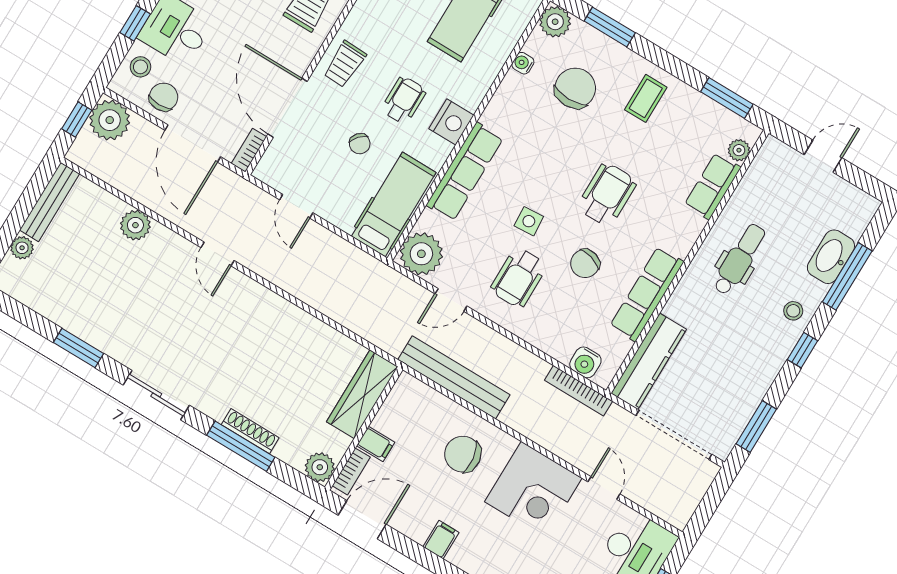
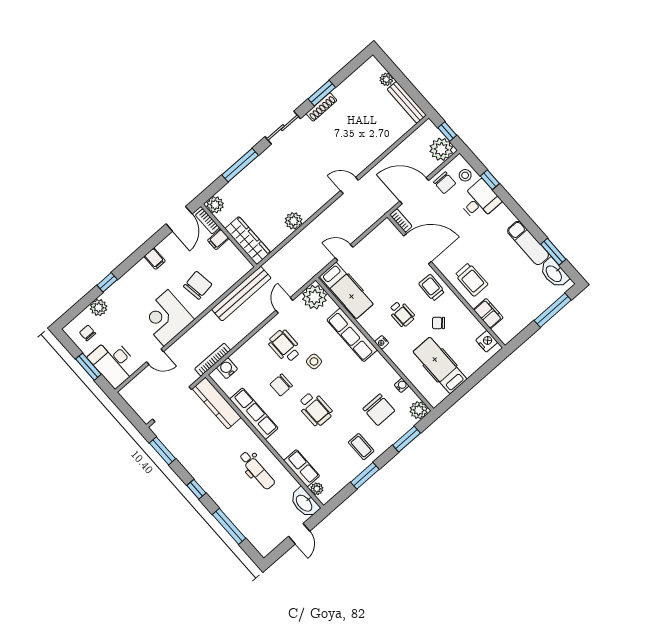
window: (727, 98) -> (365, 476), moved
nightstand: (451, 122) -> (382, 342), width x0.53, depth x0.56
chair: (360, 144) -> (438, 323), moved
door: (296, 206) -> (344, 253), moved
plant: (135, 225) -> (294, 221), moved
washbasin: (831, 257) -> (304, 503), moved, turned 180
chair: (585, 263) -> (281, 385), turned -106
stool: (793, 311) -> (219, 491), removed
shoe rack: (250, 431) -> (321, 107), moved

